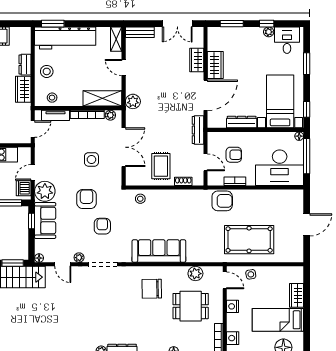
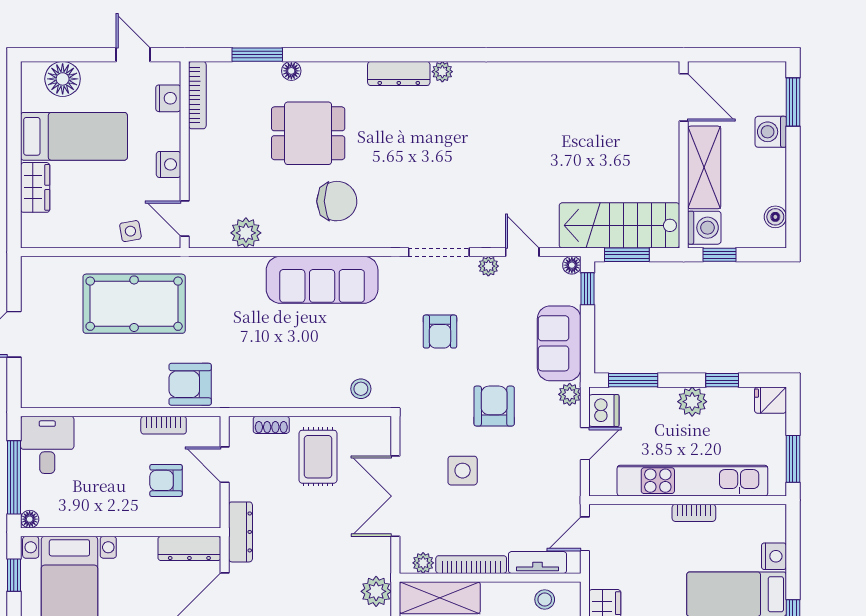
dresser: (242, 122) -> (189, 548), moved
desk: (280, 168) -> (47, 445), width x0.53, depth x0.77
plant: (45, 191) -> (570, 394), width x0.53, depth x0.53
armchair: (87, 199) -> (494, 406), moved, turned 180
window: (31, 221) -> (588, 289), moved
dining table: (191, 306) -> (308, 133), moved

